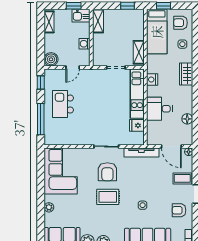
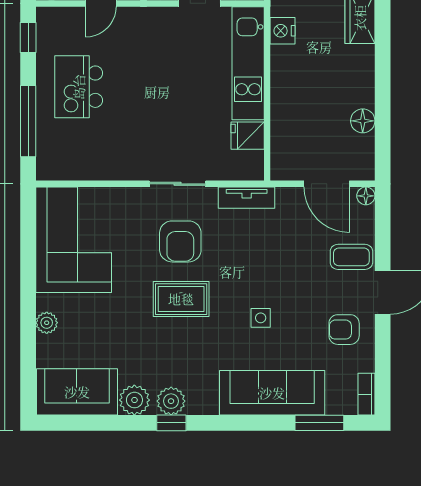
desk: (159, 109) -> (299, 98), removed
tv unit: (141, 153) -> (247, 198), width x0.71

